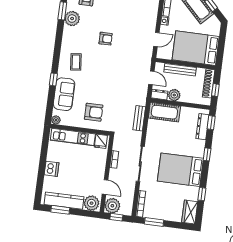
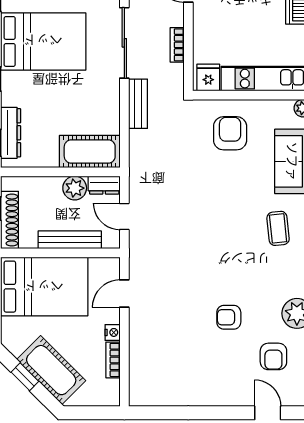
armchair: (106, 39) -> (229, 317), moved
armchair: (94, 112) -> (230, 133), turned 90
bench: (139, 118) -> (138, 104), moved

